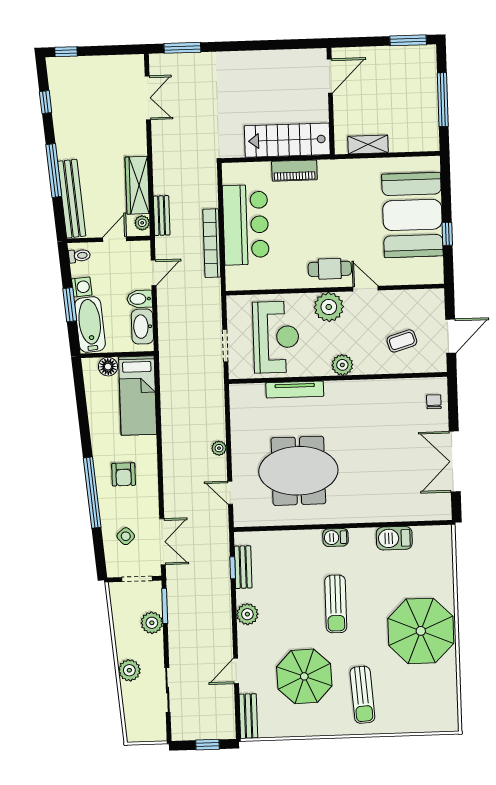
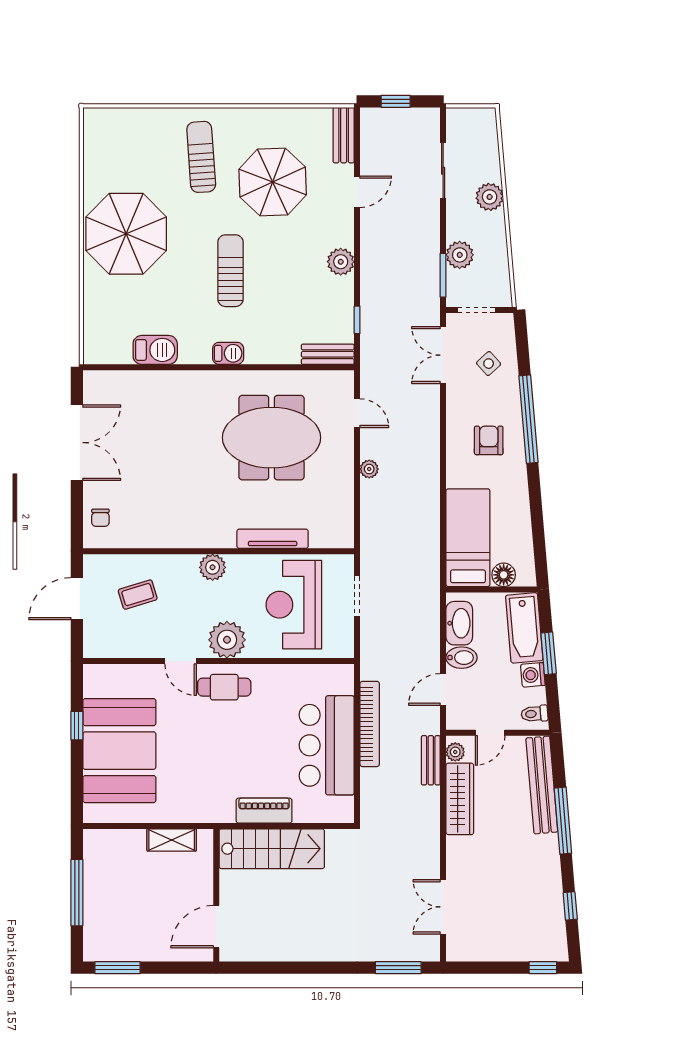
bench: (243, 567) -> (328, 354), moved, turned 90

